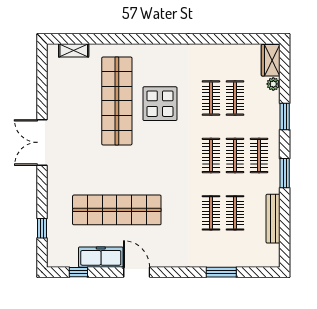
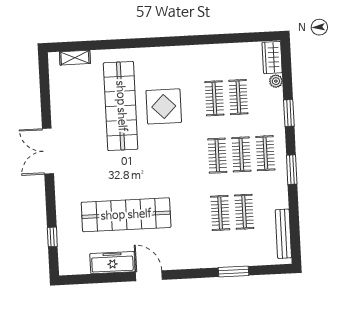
bench: (273, 219) -> (283, 234), moved
window: (78, 272) -> (91, 279), removed

